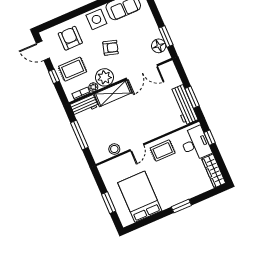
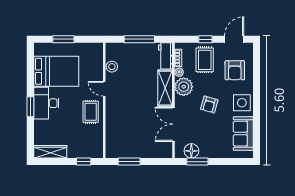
armchair: (70, 38) -> (235, 70), turned 90
workbench: (184, 105) -> (125, 151), removed
desk: (195, 144) -> (46, 103), moved, turned 90

